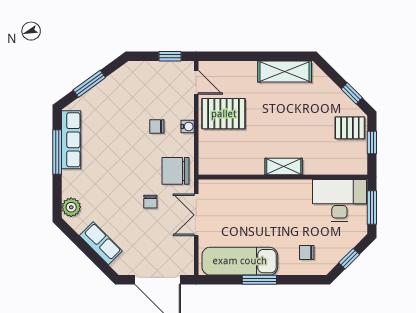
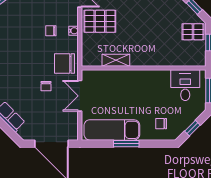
shelving: (284, 167) -> (116, 60), moved
desk: (339, 200) -> (185, 85), width x0.73

